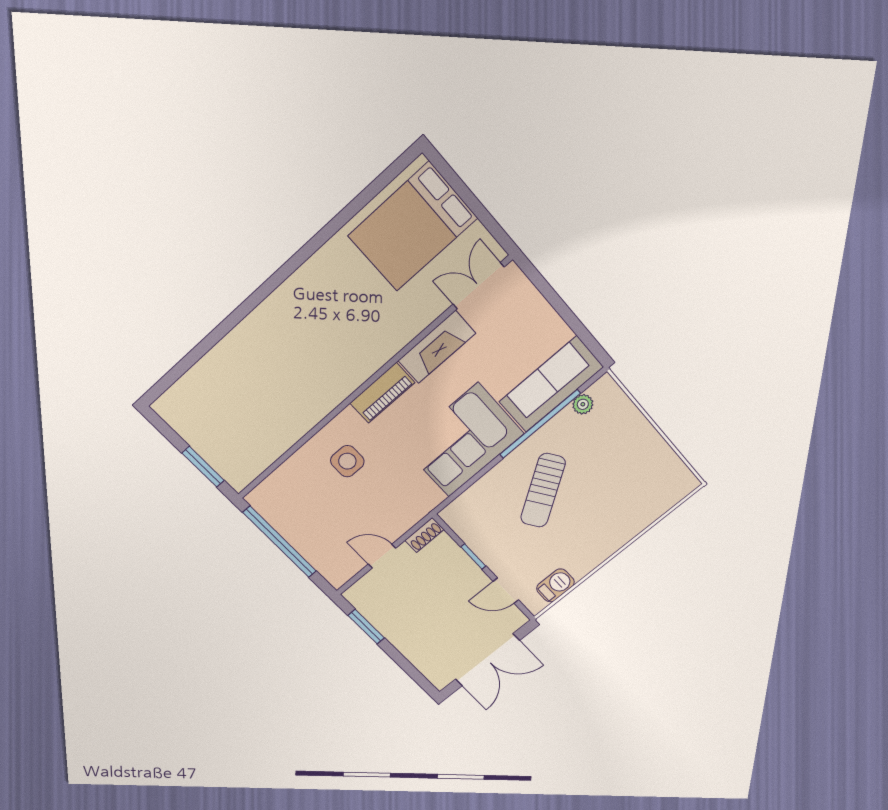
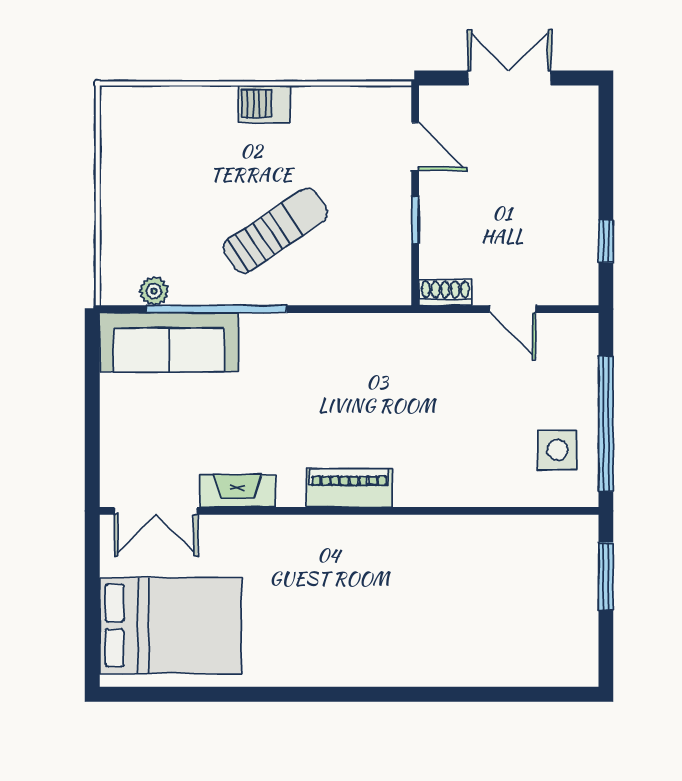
fireplace: (437, 347) -> (238, 491), width x0.73, depth x0.76
corner sofa: (463, 440) -> (311, 363), removed
side table: (347, 461) -> (557, 450), moved
barbecue: (555, 585) -> (264, 104), moved
window: (366, 627) -> (606, 241), width x0.67
double door: (487, 660) -> (509, 78), width x0.73

